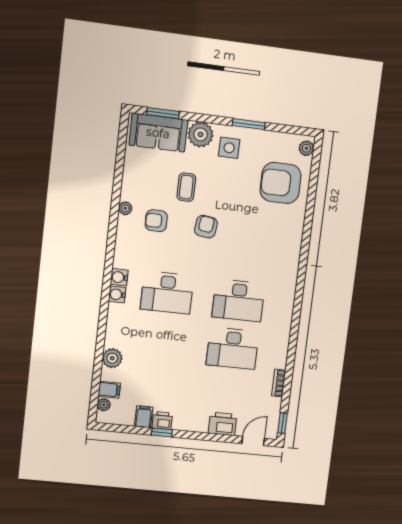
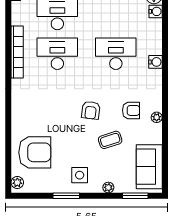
sofa: (158, 133) -> (149, 167), moved, turned -90
plant: (201, 134) -> (108, 187), width x0.53, depth x0.53
coffee table: (186, 187) -> (110, 140), turned 72
water cooler: (117, 294) -> (156, 11), moved
bookcase: (286, 308) -> (17, 52), added

